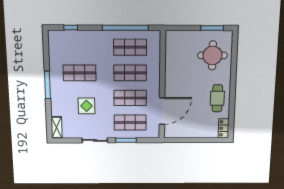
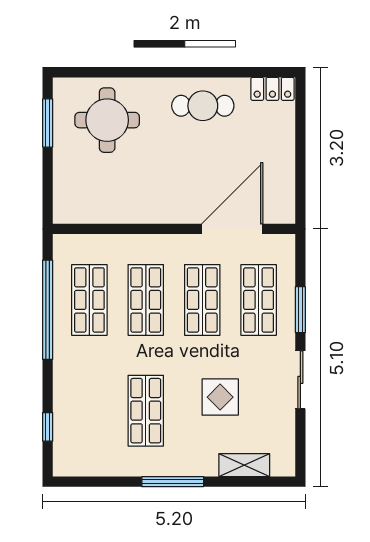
door: (162, 111) -> (232, 229), hinge flipped
shelving: (57, 127) -> (244, 465), moved

